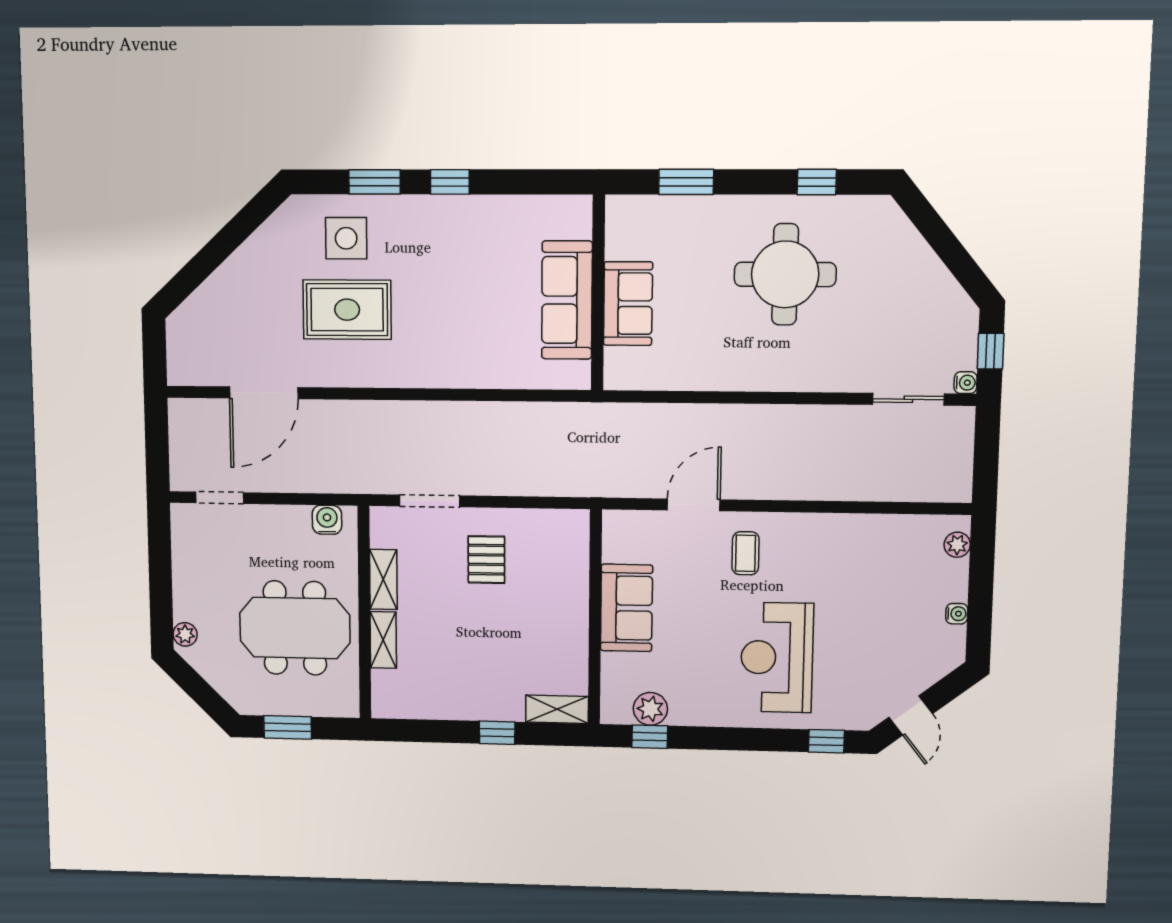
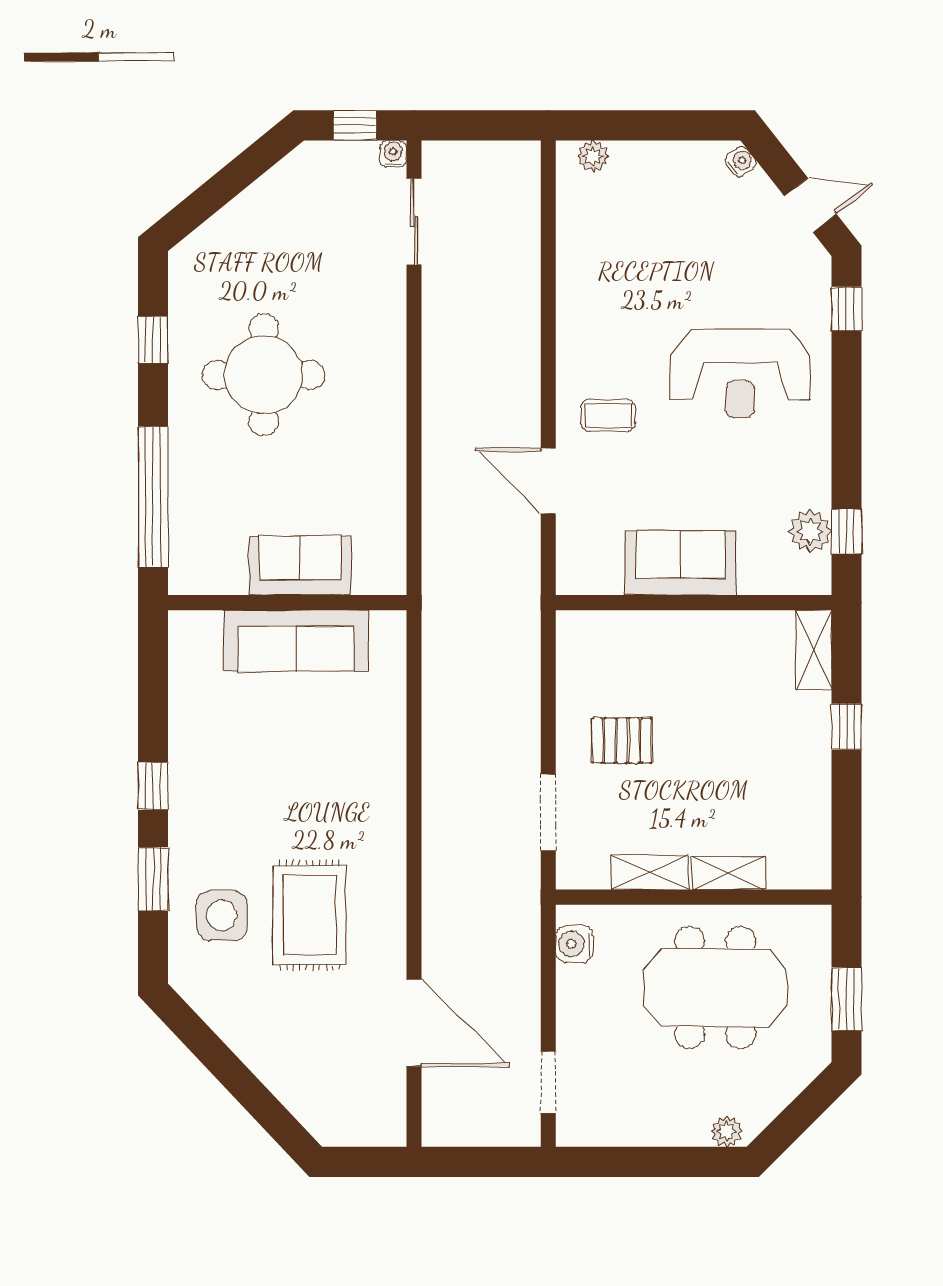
window: (686, 182) -> (153, 497), width x2.11
water cooler: (957, 614) -> (741, 162), moved, turned 52
meeting table: (295, 628) -> (715, 987), turned 90

